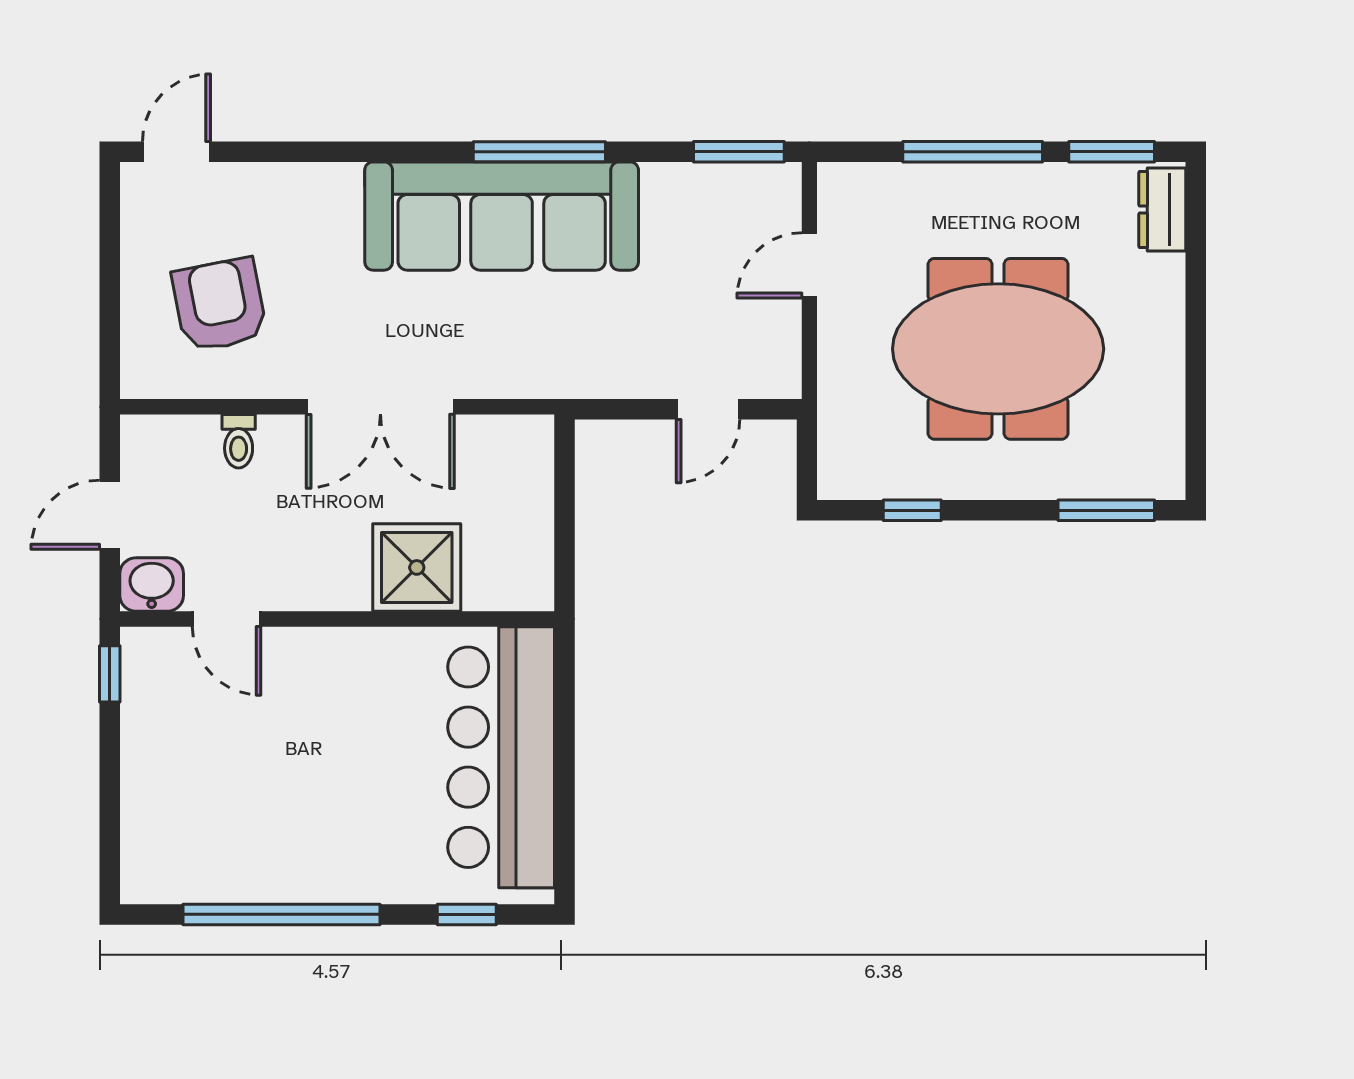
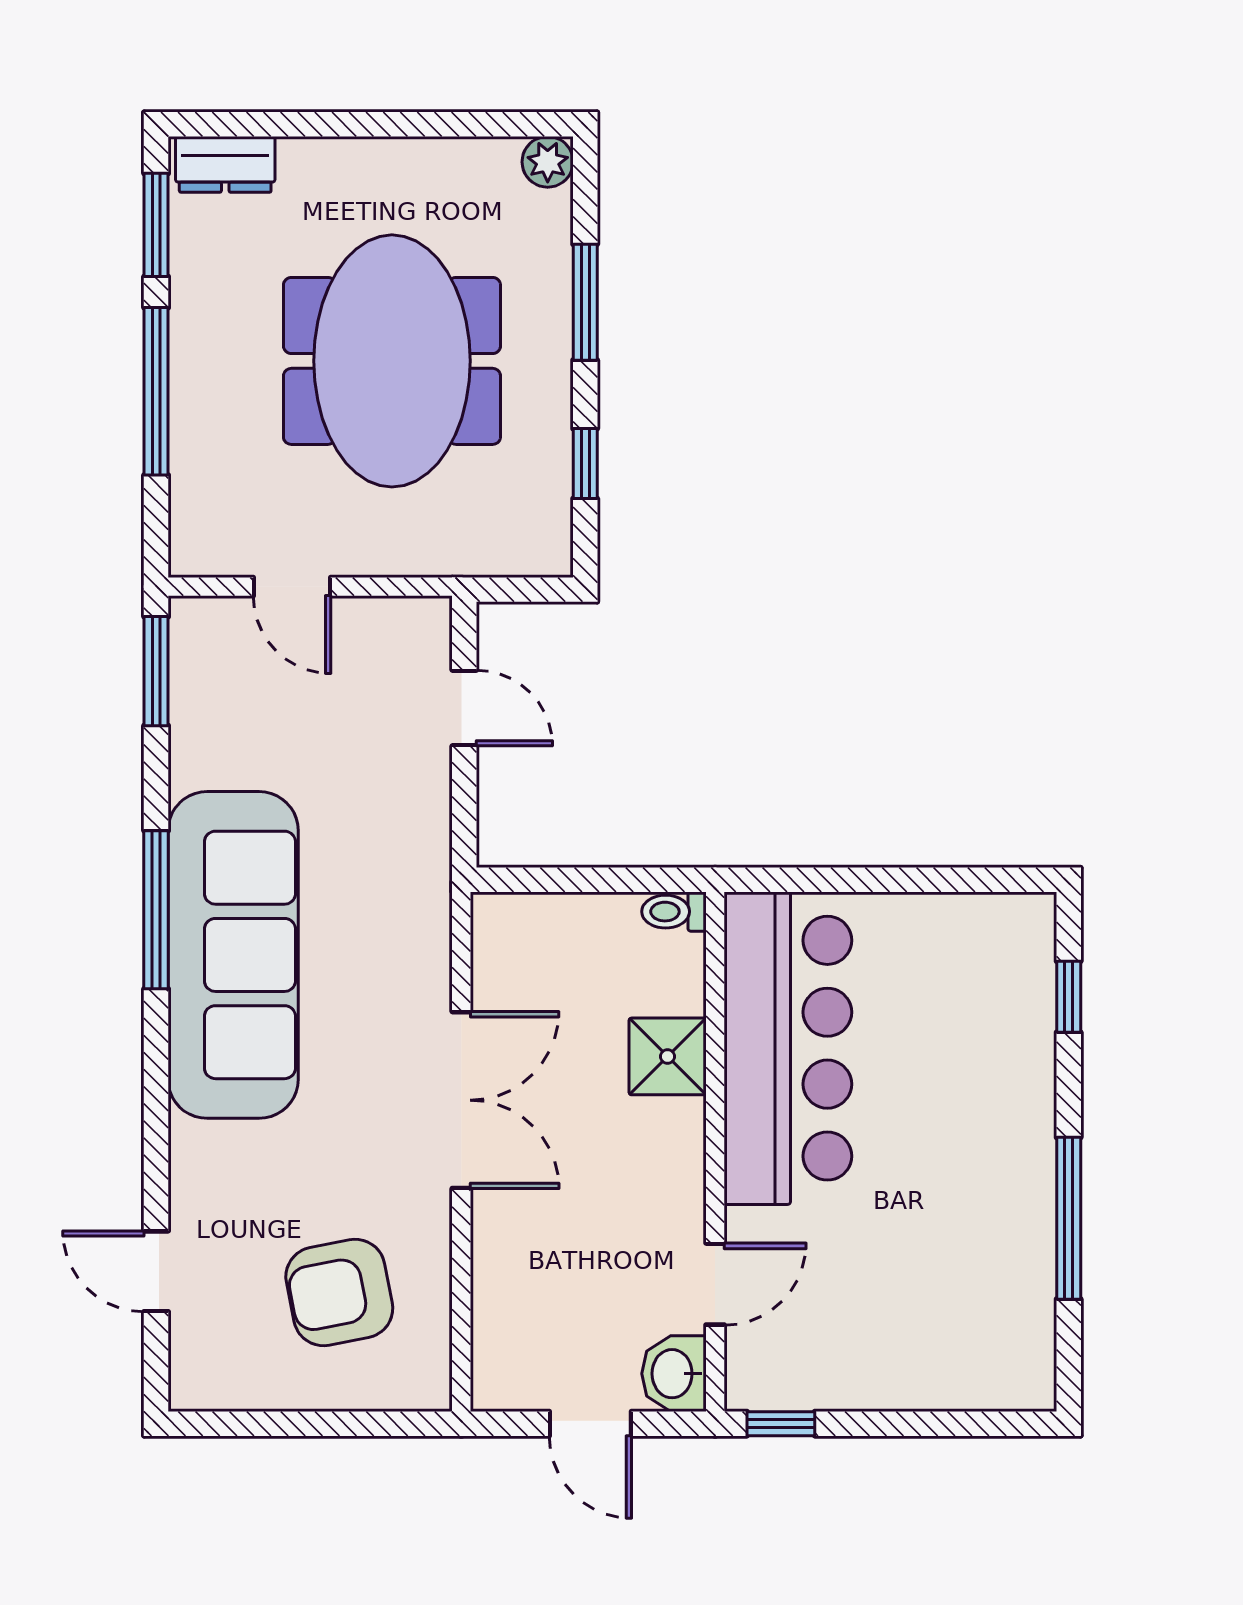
door: (176, 152) -> (156, 1271), moved
toilet: (239, 441) -> (674, 912), moved, turned 180
plant: (1164, 479) -> (548, 162), added
window: (1106, 510) -> (585, 302), moved
shower: (417, 567) -> (668, 1056), width x0.73, depth x0.73
bar counter: (501, 757) -> (788, 1048), moved, turned -90
window: (281, 914) -> (1069, 1218), width x0.68

